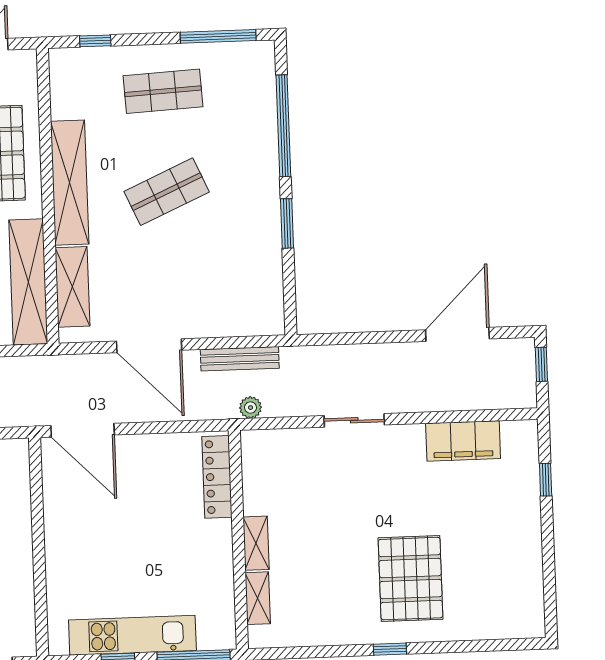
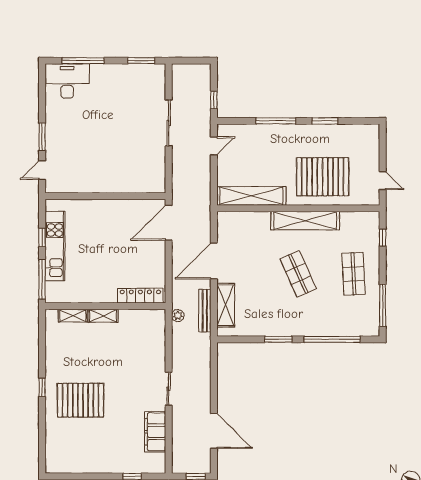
shelving: (72, 287) -> (226, 305), moved, turned 90
sliding door: (354, 420) -> (169, 389), moved

